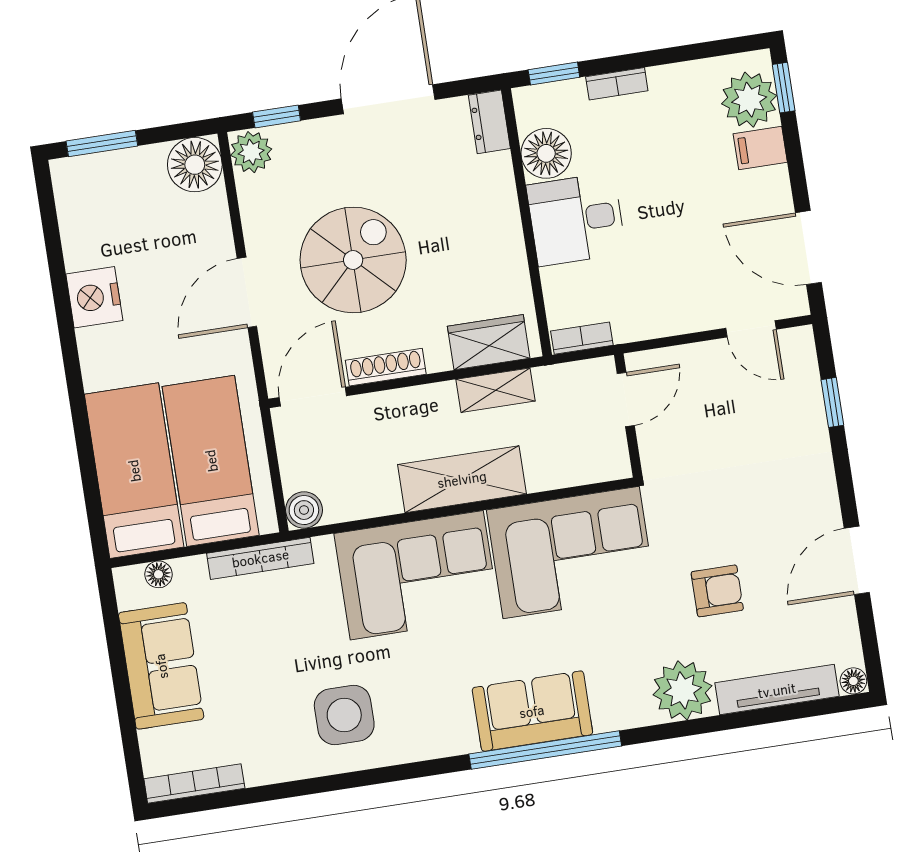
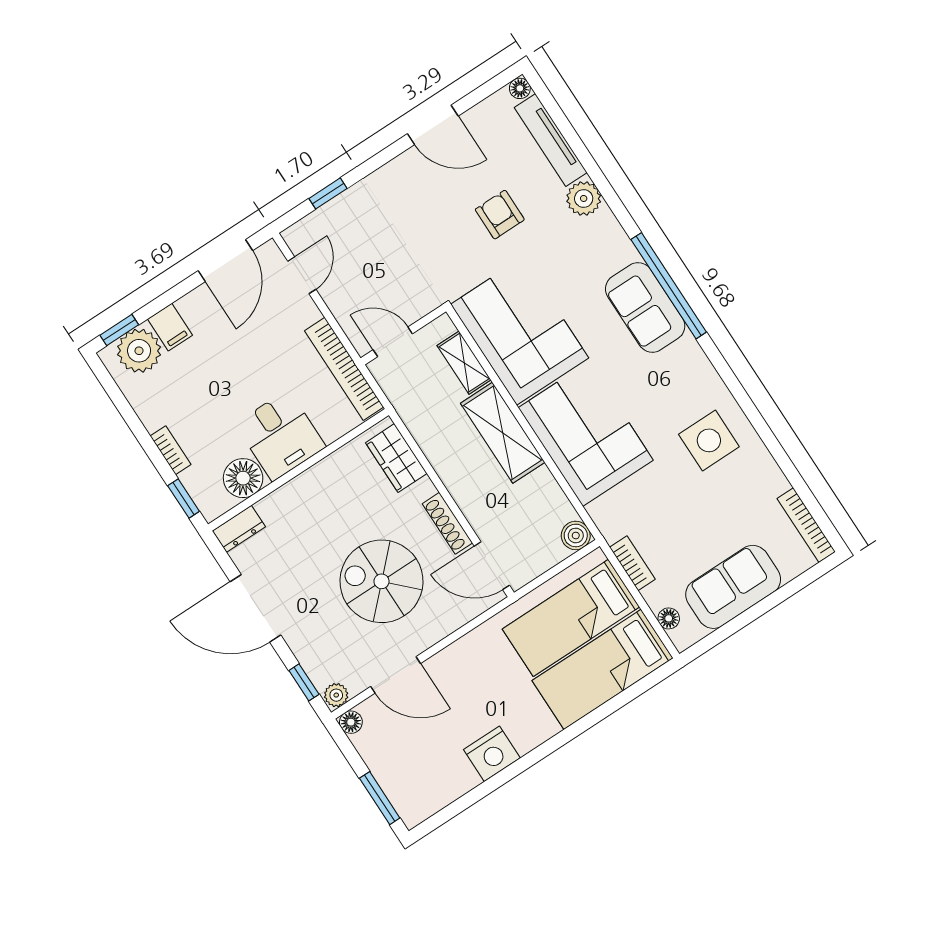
plant: (251, 152) -> (336, 695), width x0.73, depth x0.73
floor lamp: (195, 165) -> (351, 722), width x0.53, depth x0.53
door: (247, 292) -> (396, 675), moved
bookcase: (582, 338) -> (344, 369), width x2.31, depth x1.31
shelving: (495, 390) -> (464, 363), moved
bookcase: (260, 558) -> (632, 563), width x0.64
plant: (682, 690) -> (584, 198), width x0.73, depth x0.73

